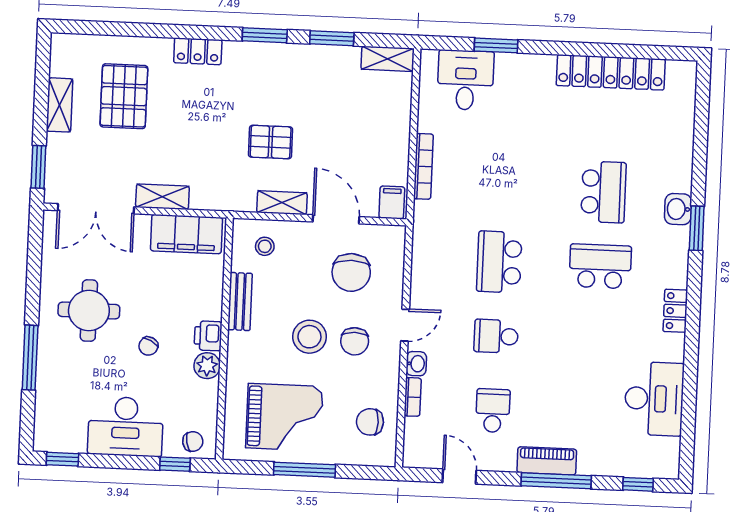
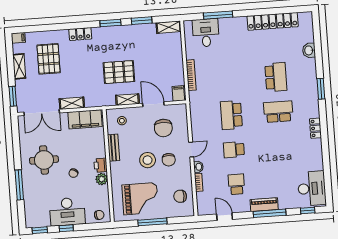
filing cabinet: (65, 44) -> (18, 38), added
window: (496, 45) -> (218, 15), width x1.44
pallet: (271, 142) -> (119, 72), width x1.50, depth x1.42
washbasin: (678, 209) -> (309, 50), moved
desk: (654, 399) -> (312, 188), moved
window: (175, 464) -> (66, 228), moved

